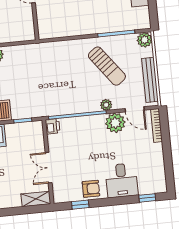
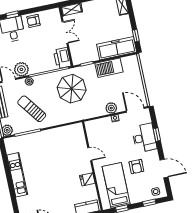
parasol: (48, 88) -> (72, 89), added
printer: (53, 126) -> (62, 58), width x1.87, depth x1.48
window: (80, 205) -> (12, 15), moved

